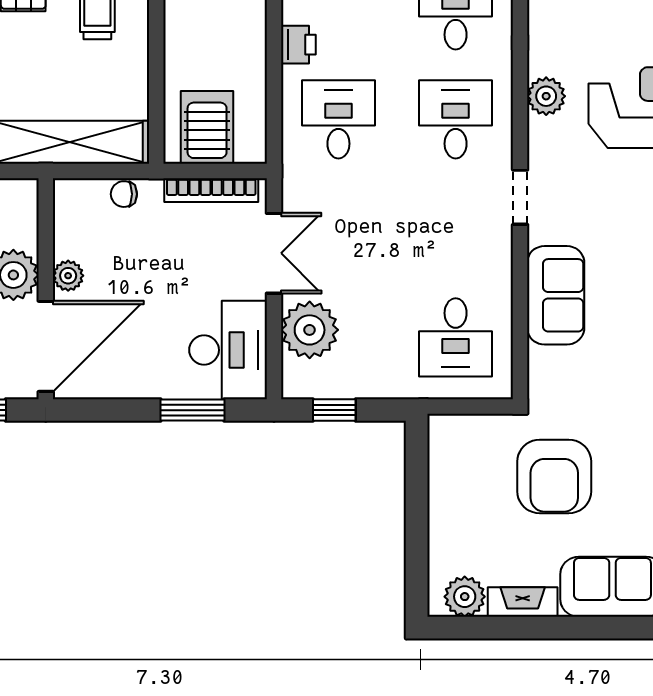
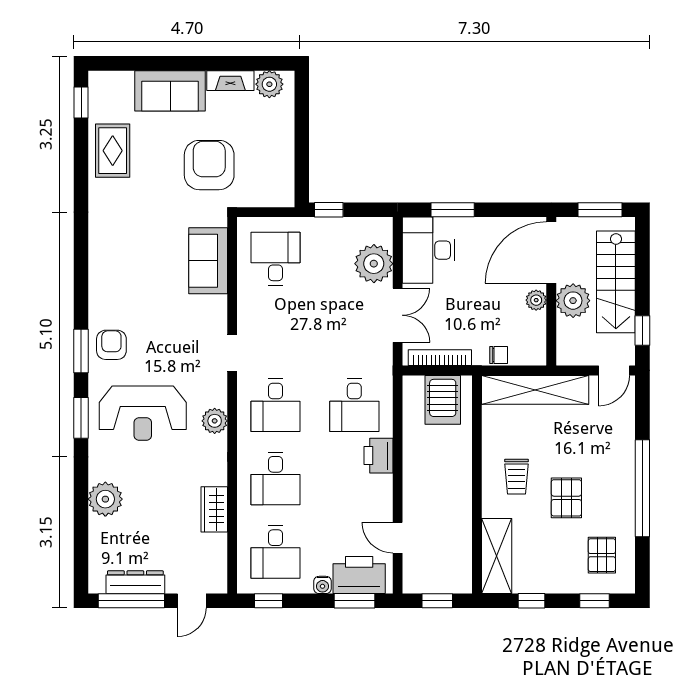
printer: (298, 45) -> (378, 456), width x1.36, depth x1.24
double door: (274, 253) -> (398, 315), swing flipped
sofa: (556, 295) -> (208, 261), moved
window: (334, 410) -> (329, 210), moved

